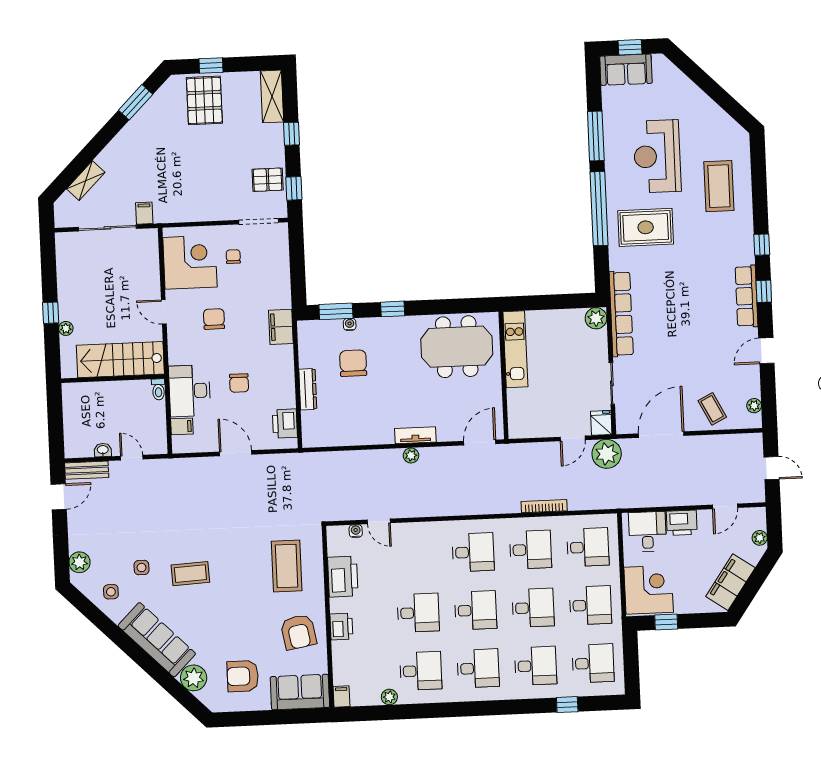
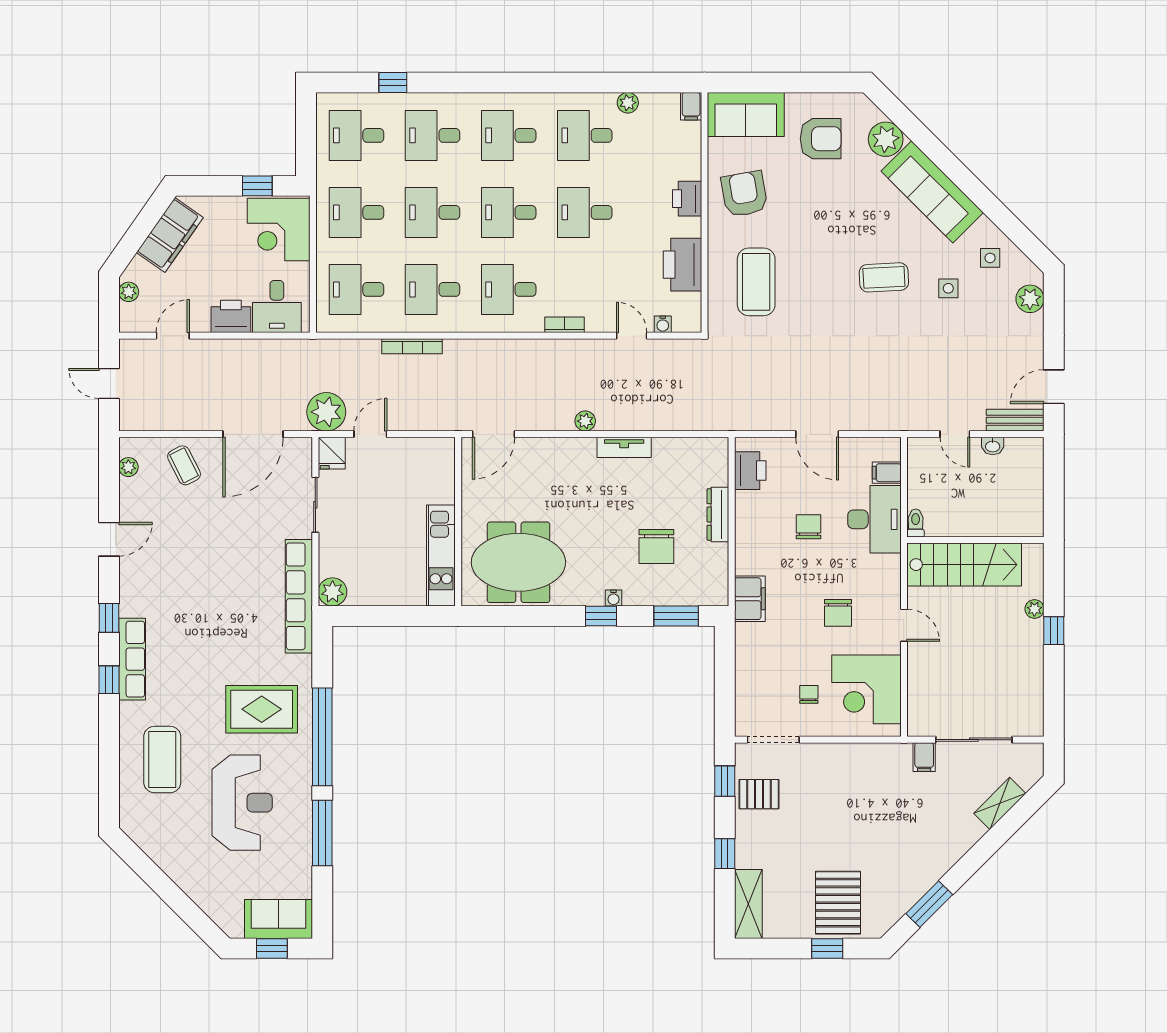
chair: (233, 257) -> (809, 694), turned 180
row of seats: (747, 296) -> (132, 659), moved
water cooler: (350, 324) -> (613, 598), moved
tv unit: (415, 435) -> (624, 447), moved
bookcase: (430, 527) -> (565, 325), added

